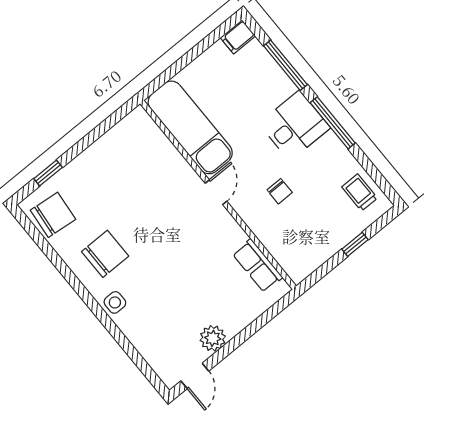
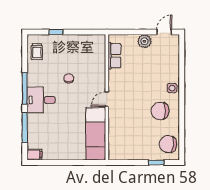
exam couch: (190, 127) -> (96, 134), moved
door: (216, 192) -> (107, 99), moved
wall: (218, 195) -> (107, 97), moved
row of seats: (257, 266) -> (114, 56), moved

